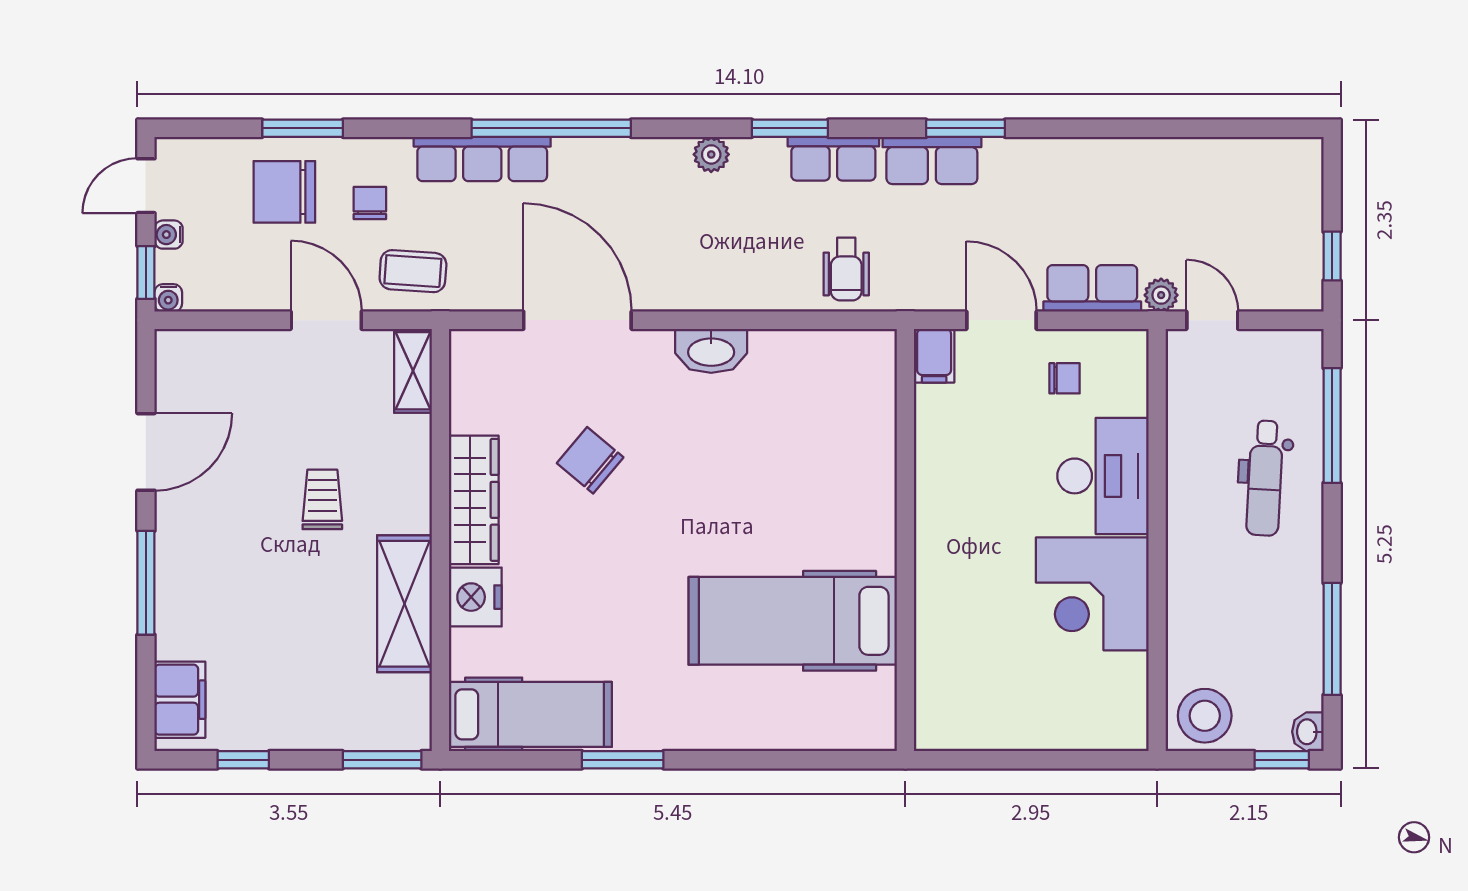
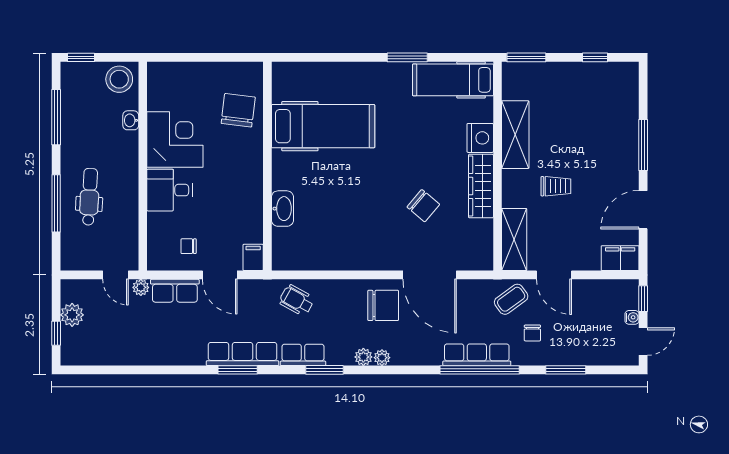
window: (551, 128) -> (480, 370), moved
plant: (674, 153) -> (382, 358), added
row of seats: (932, 160) -> (243, 354), width x1.48
chair: (284, 192) -> (383, 305), moved
plant: (1300, 240) -> (72, 315), added
window: (1332, 256) -> (56, 333), moved
wheelchair: (846, 269) -> (297, 300), turned -61
coffee table: (413, 271) -> (511, 299), turned -40
water cooler: (168, 298) -> (632, 286), removed
washbasin: (711, 351) -> (282, 209), moved, turned 90
shelving: (413, 371) -> (514, 240), width x1.50, depth x1.33
window: (1332, 425) -> (56, 203), moved
desk: (1103, 476) -> (170, 190), width x0.73
trolley: (322, 499) -> (556, 186), turned -90
chair: (964, 653) -> (238, 110), added
filing cabinet: (180, 700) -> (620, 258), moved, turned 90
washbasin: (1308, 732) -> (131, 120), moved, turned 180

